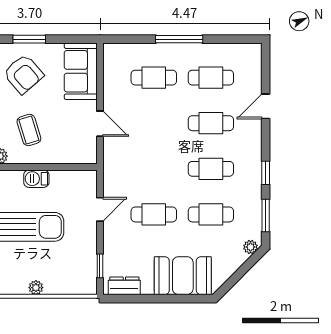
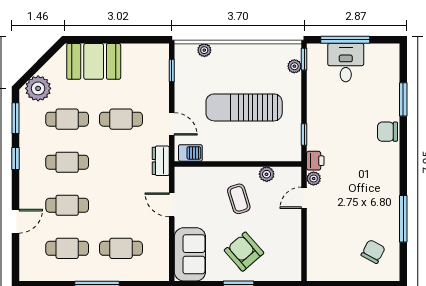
barbecue: (36, 179) -> (190, 153), moved
door: (100, 209) -> (172, 124), swing flipped
plant: (251, 247) -> (38, 88), width x1.88, depth x1.88
dresser: (124, 286) -> (161, 161), moved, turned 90
plant: (36, 288) -> (204, 50), moved

